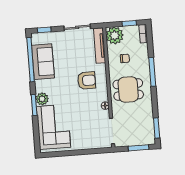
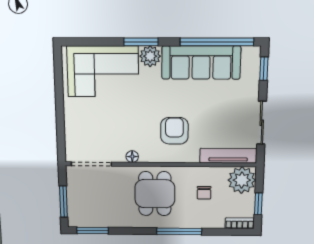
sofa: (43, 62) -> (201, 63), width x1.36
armchair: (87, 80) -> (174, 131), turned 180

